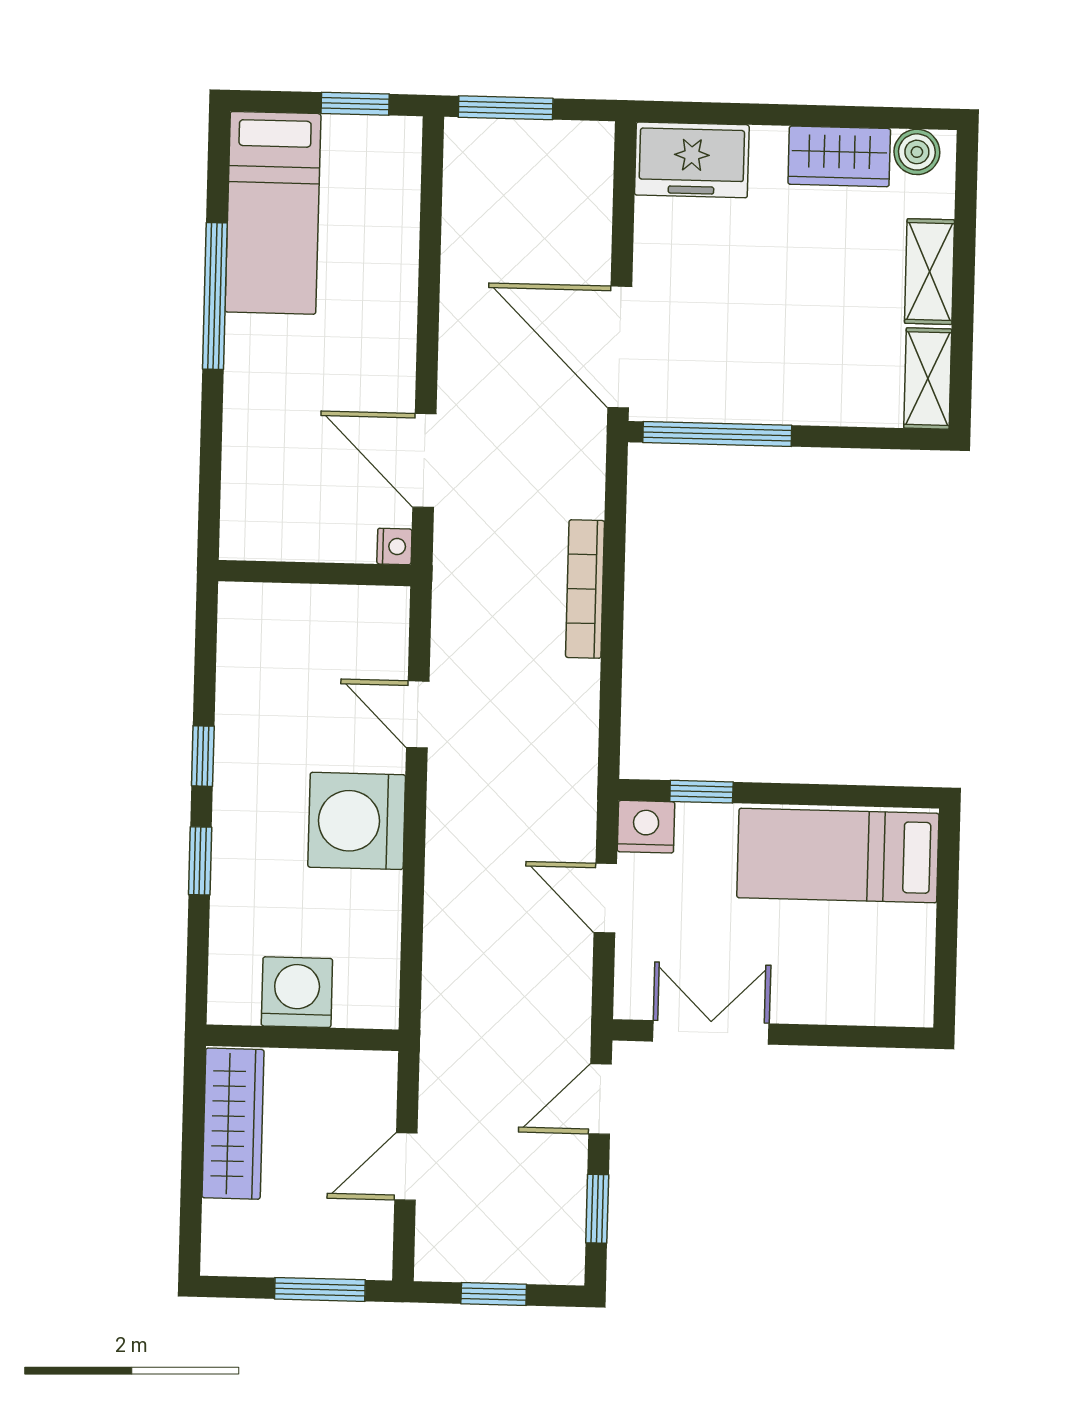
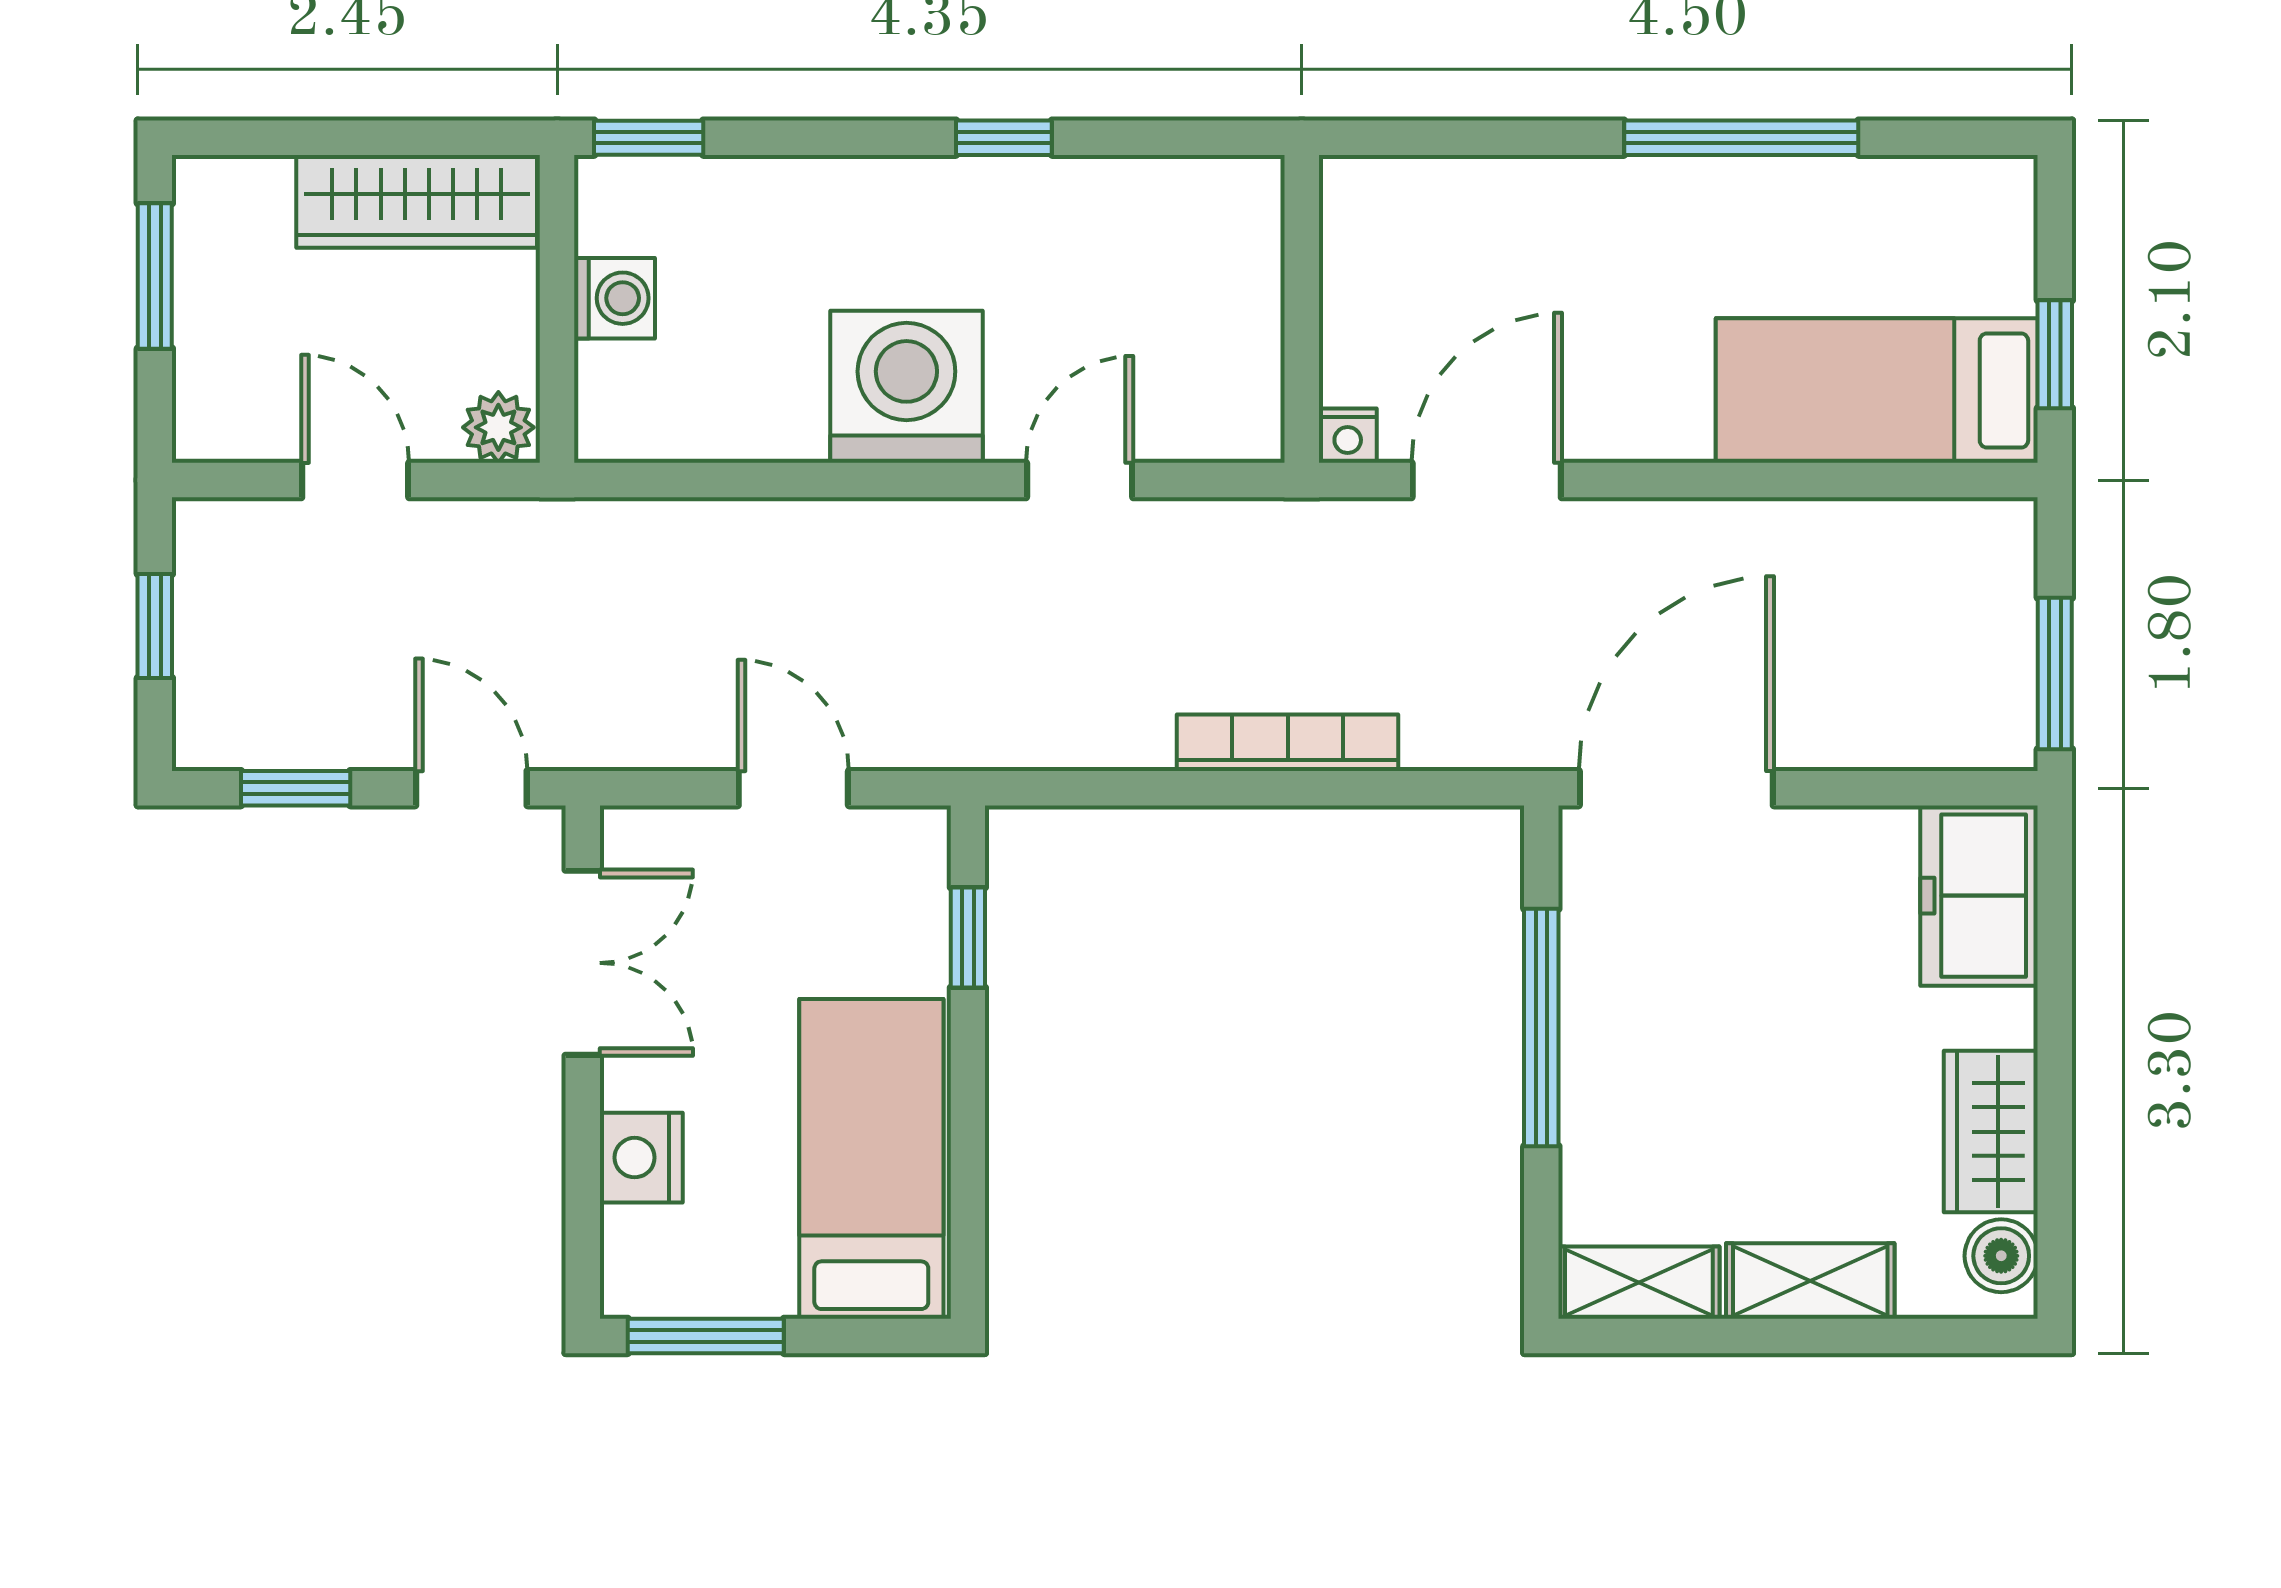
window: (506, 108) -> (2055, 673), moved
bed: (273, 213) -> (1877, 390), moved
window: (717, 434) -> (1541, 1027), moved
nightstand: (646, 827) -> (641, 1158), moved, turned 180
window: (200, 861) -> (649, 138), moved
door: (605, 898) -> (793, 788), hinge flipped
window: (946, 962) -> (706, 1336), added
washing machine: (297, 992) -> (615, 298), width x0.73, depth x0.73
plant: (375, 1076) -> (498, 427), added
window: (320, 1289) -> (155, 276), moved

